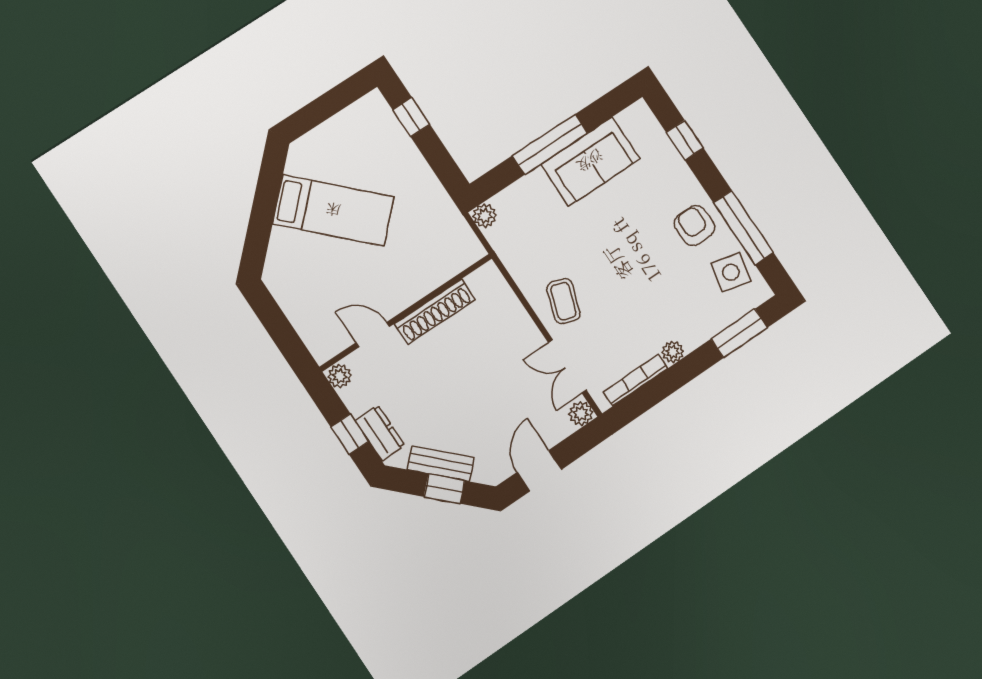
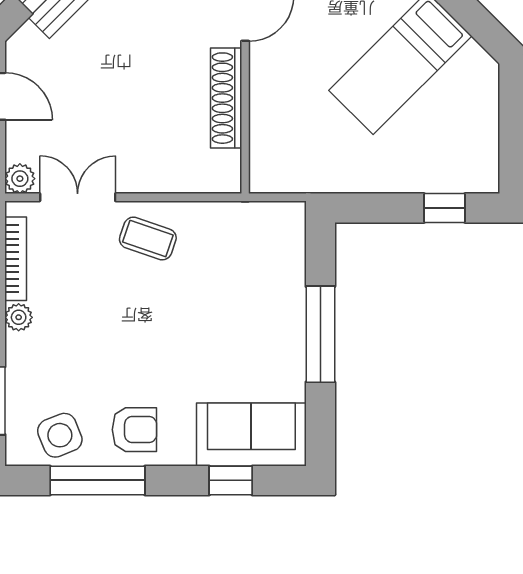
sofa: (590, 161) -> (251, 435), moved, turned 90
plant: (485, 216) -> (291, 216), removed
side table: (731, 272) -> (60, 435), turned -35

